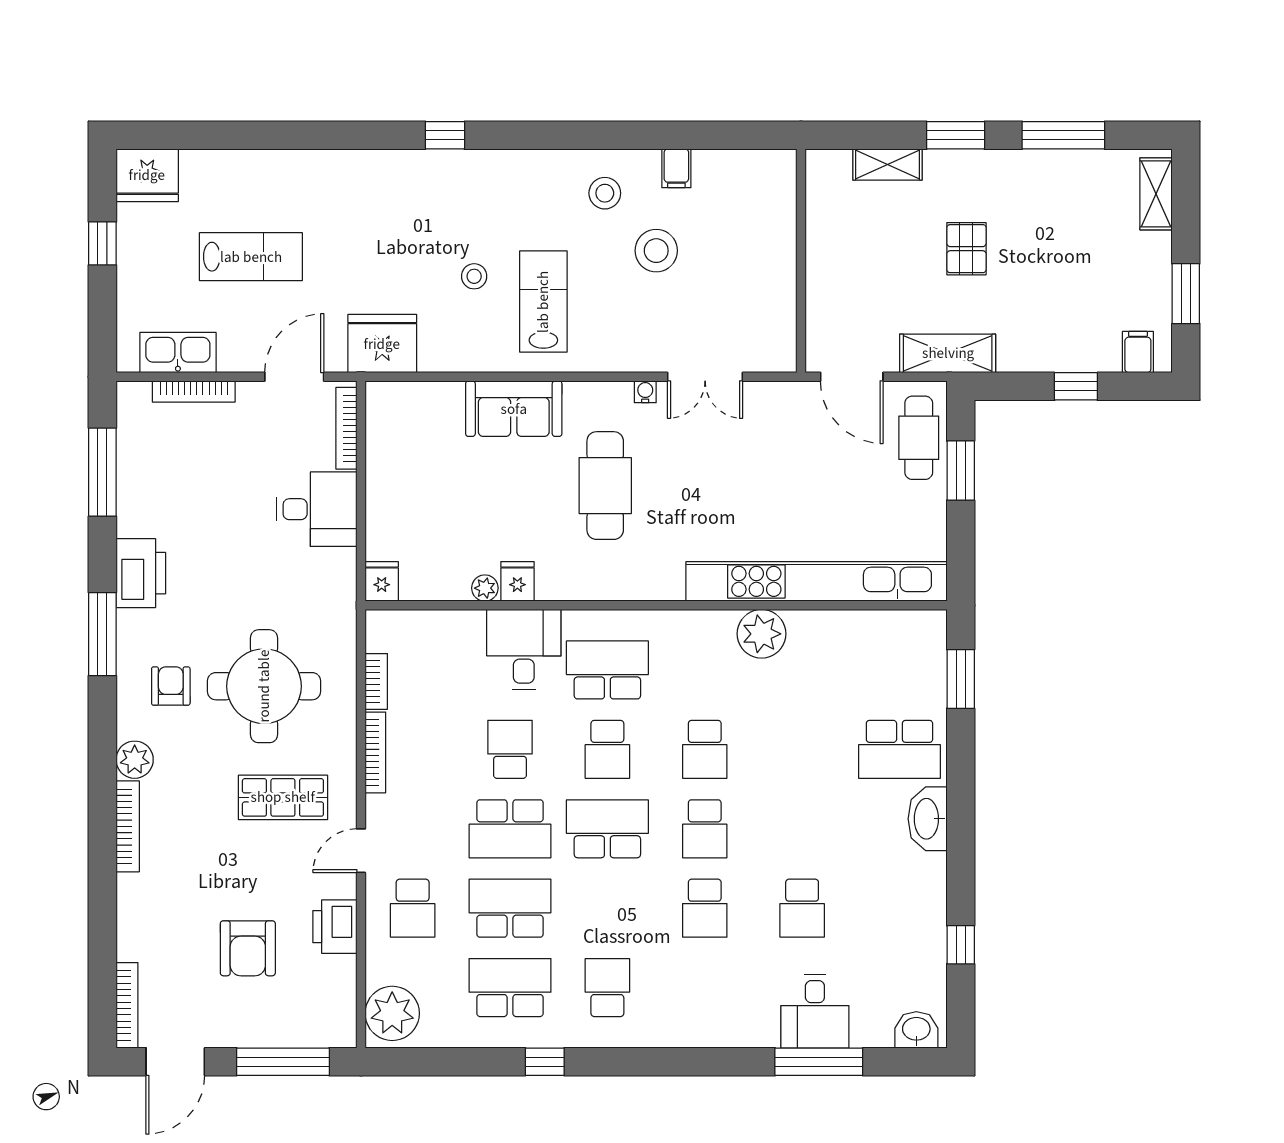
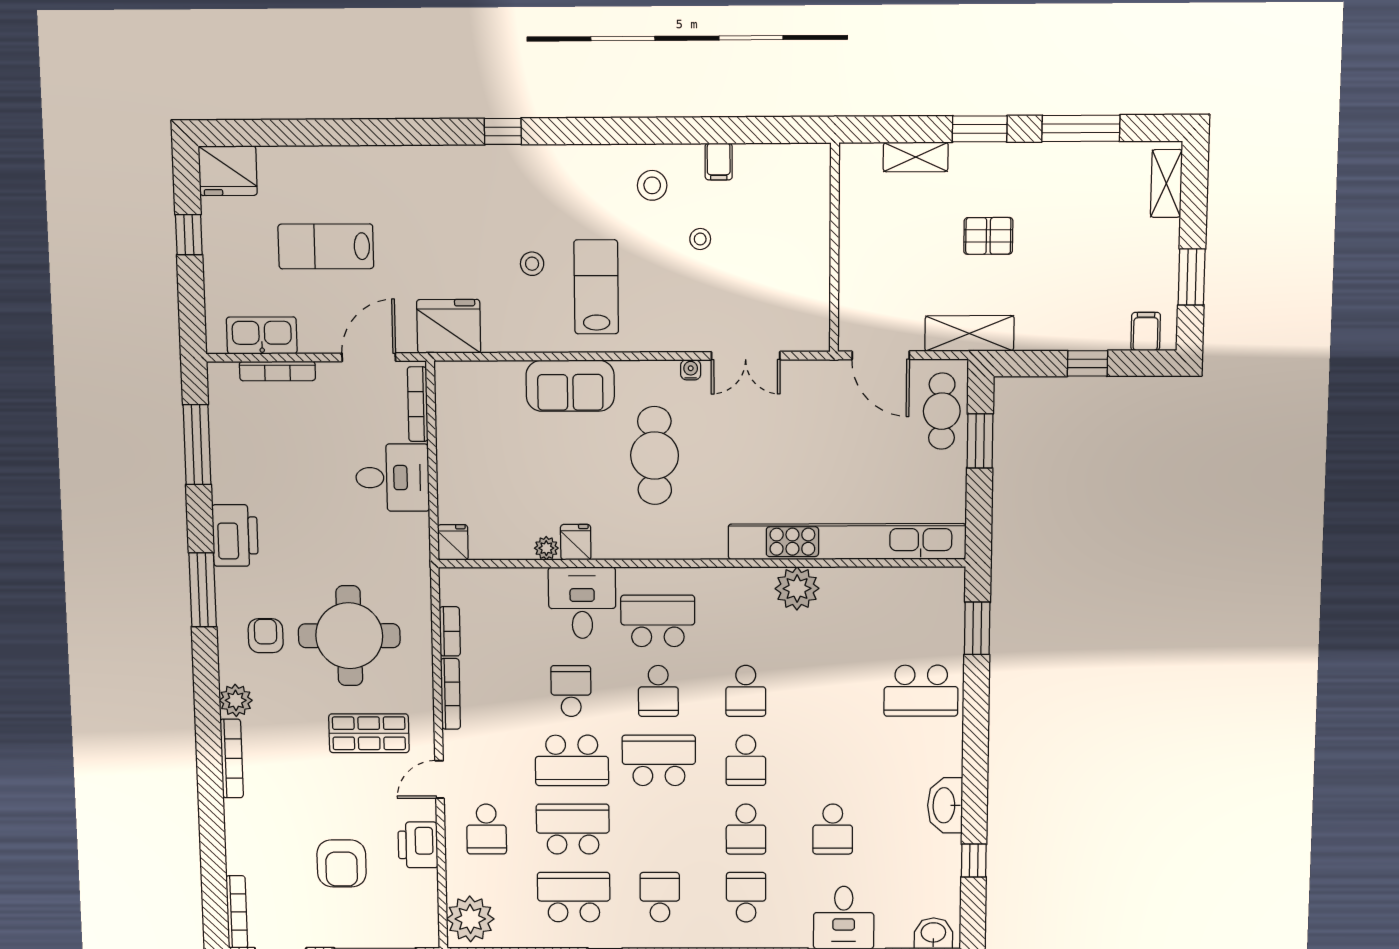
pallet: (966, 249) -> (988, 236), turned 90
stool: (656, 251) -> (700, 239), width x0.53, depth x0.53
lab bench: (251, 257) -> (326, 246), turned 180
washbasin: (928, 819) -> (945, 805), moved
school desk: (705, 988) -> (746, 897), added

